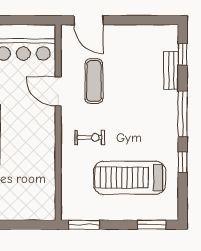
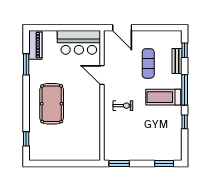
exercise mat: (94, 81) -> (148, 63), moved
treadmill: (130, 178) -> (163, 97), moved, width x0.73, depth x0.73

